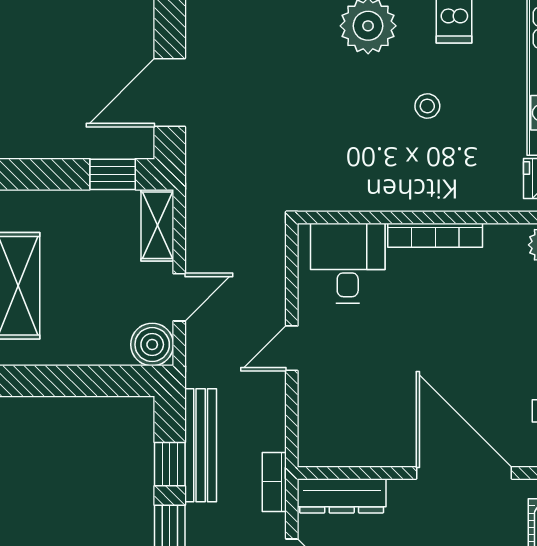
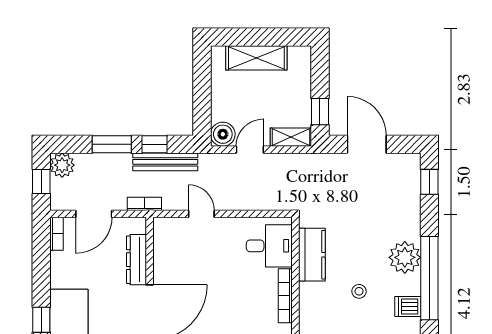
kitchen counter: (363, 189) -> (312, 255), added
door: (179, 297) -> (250, 150), swing flipped
door: (292, 348) -> (201, 214), moved
dresser: (342, 496) -> (136, 260), moved

